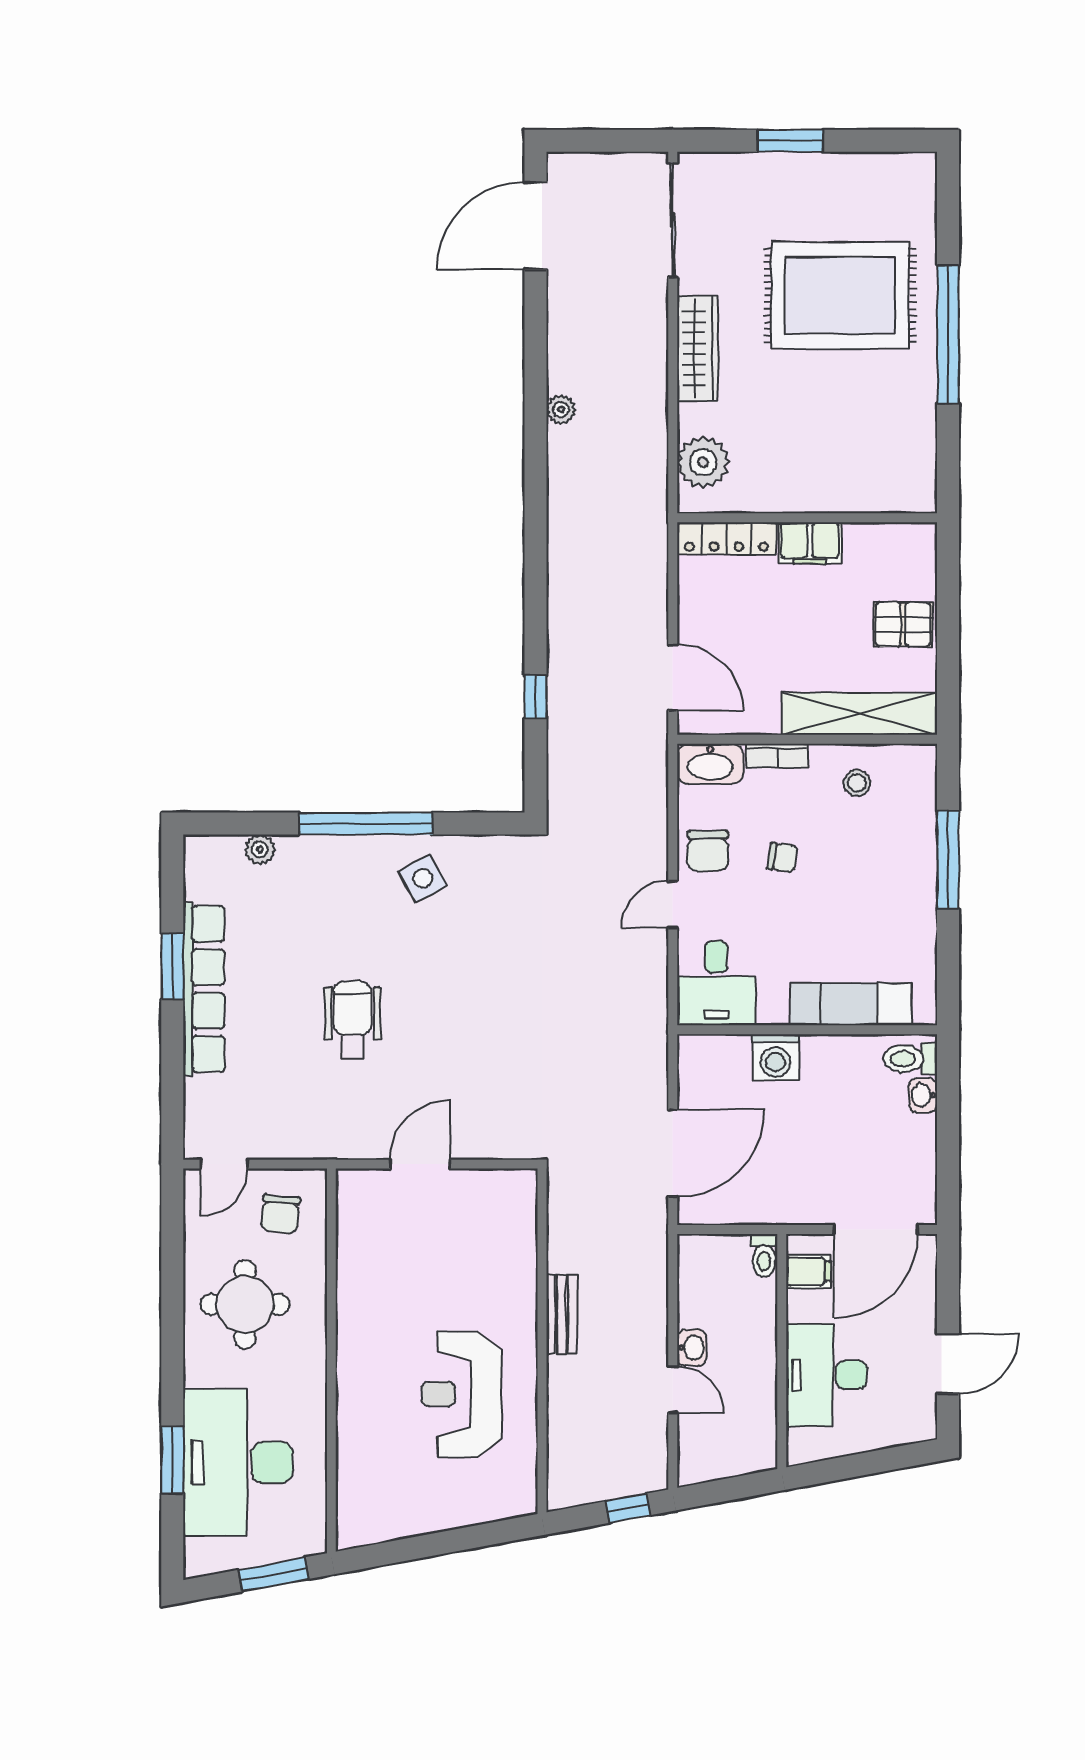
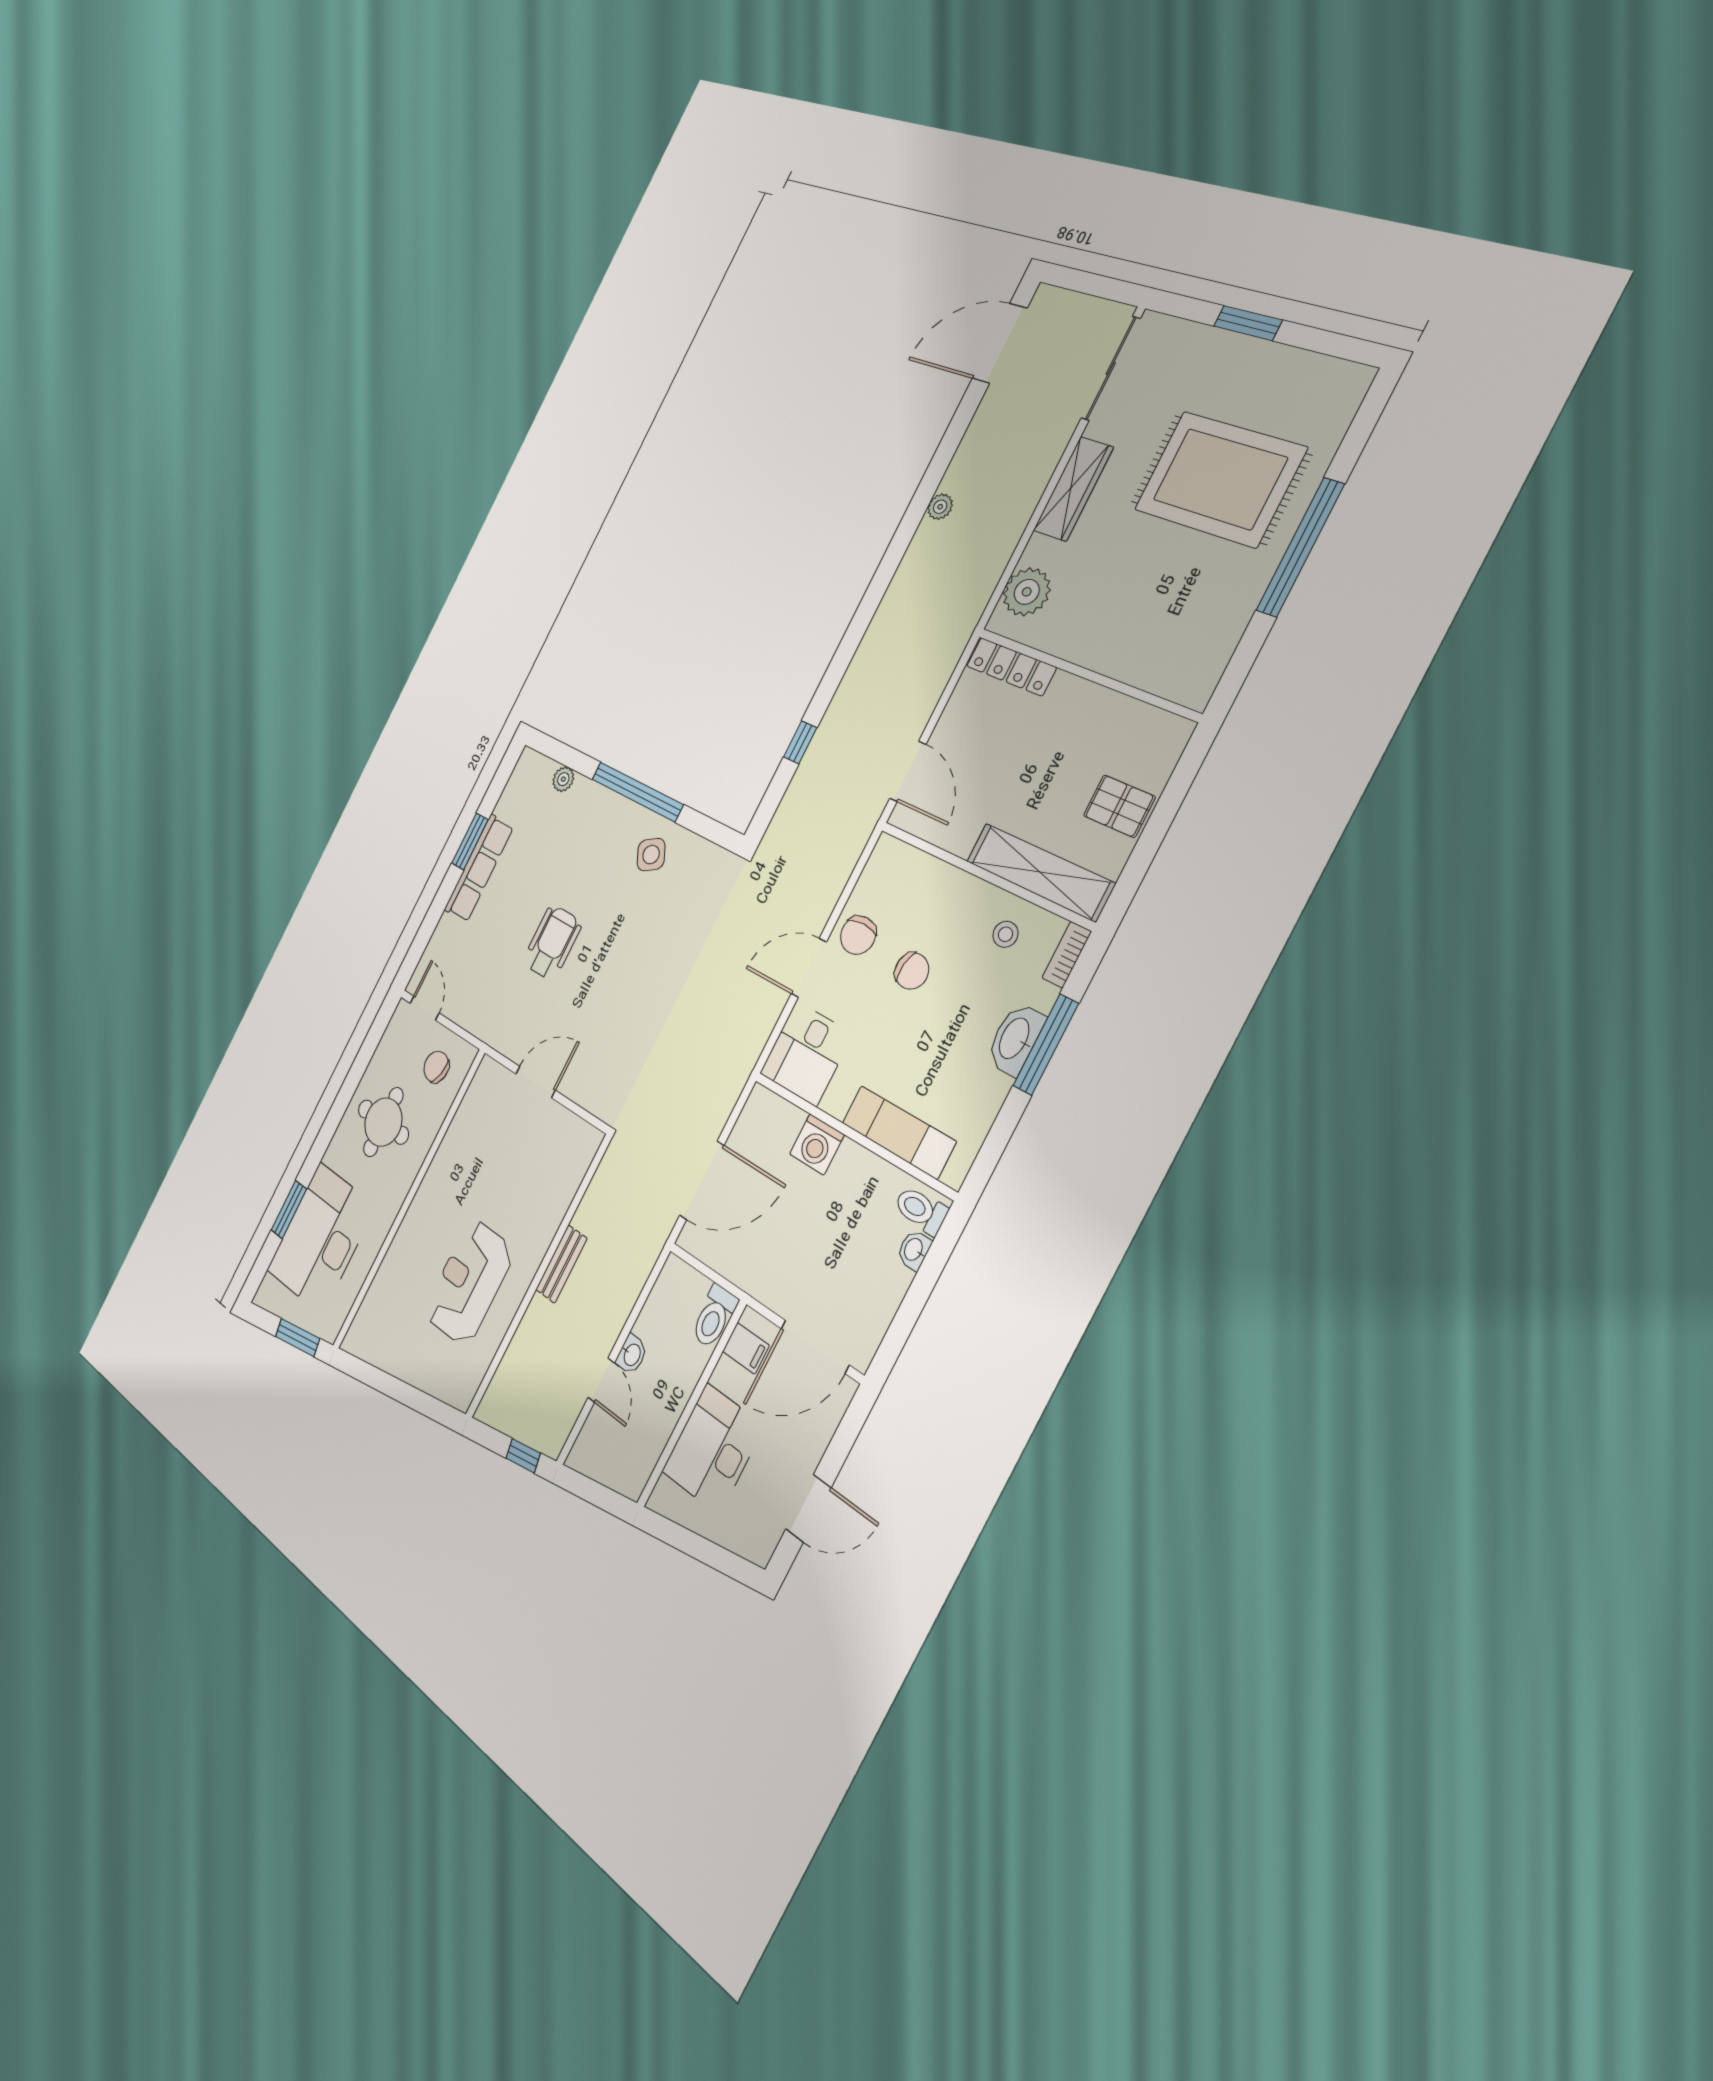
filing cabinet: (810, 543) -> (1078, 698), removed
bookcase: (777, 756) -> (1067, 955), moved, turned 90
washbasin: (710, 764) -> (1015, 1039), moved, turned 90
chair: (782, 858) -> (912, 971), width x1.37, depth x1.37
door: (673, 905) -> (809, 968), width x1.38
row of seats: (204, 989) -> (479, 868), width x0.73
door: (224, 1164) -> (424, 1008), swing flipped
chair: (280, 1214) -> (436, 1067), turned 101
toilet: (764, 1255) -> (714, 1317), width x1.37, depth x1.39

